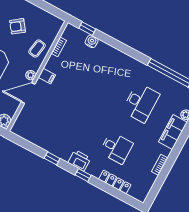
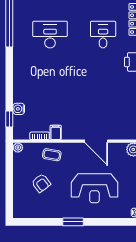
plant: (31, 75) -> (18, 148), moved
filing cabinet: (47, 76) -> (56, 132), moved

